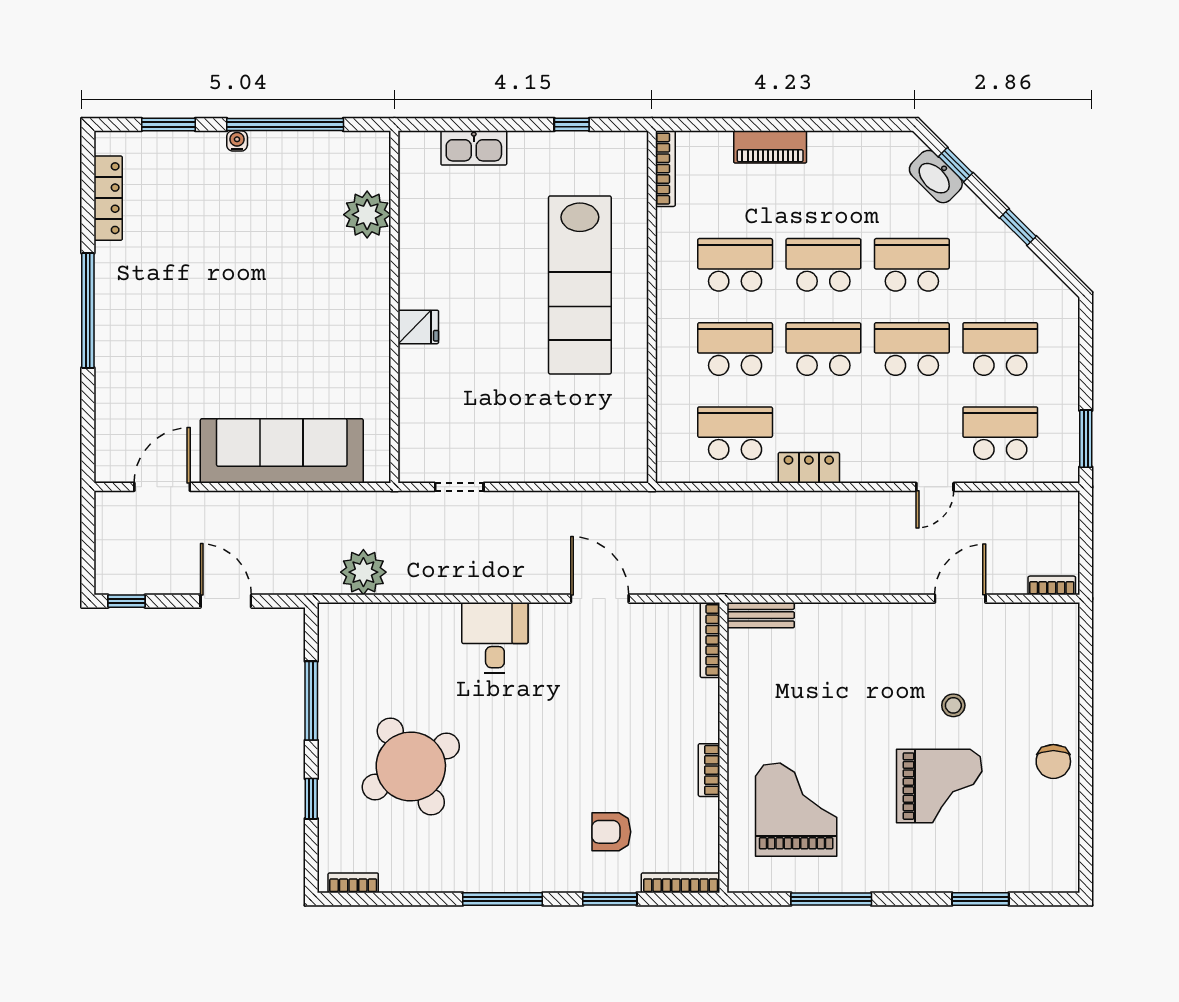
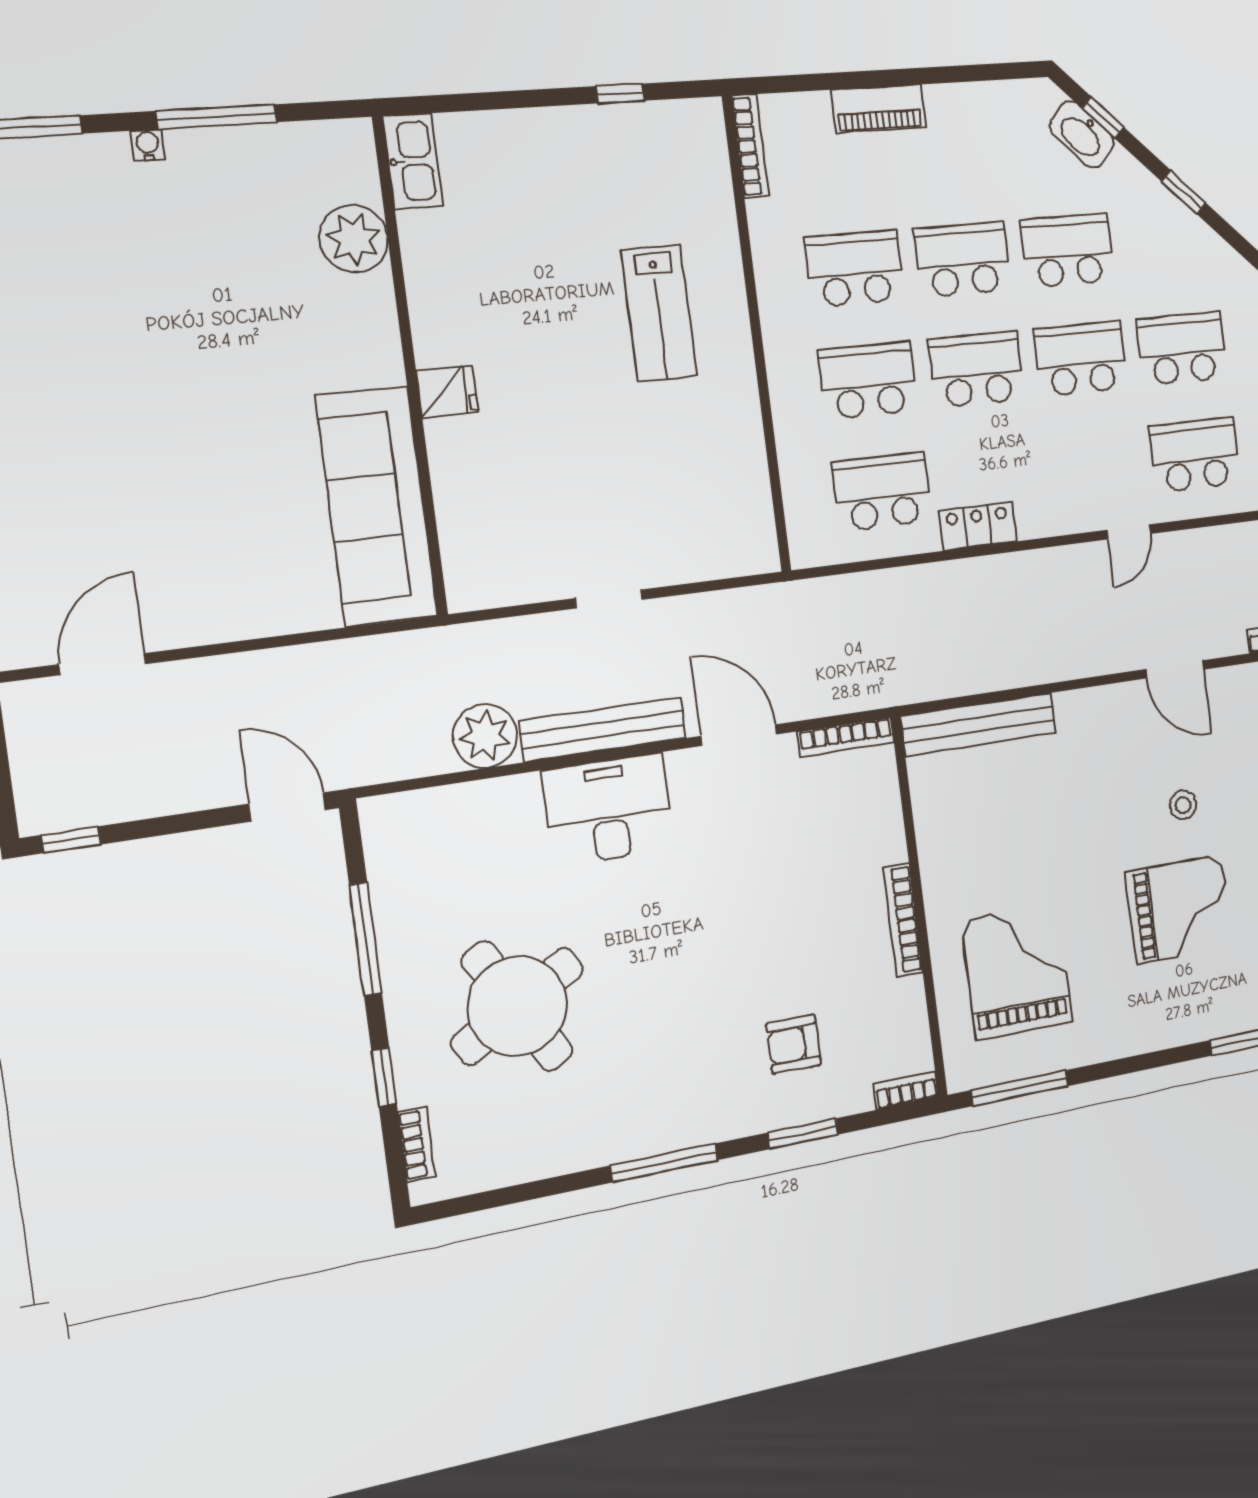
window: (285, 124) -> (217, 117), width x0.68
kitchen sink: (474, 148) -> (413, 161), moved, turned -90
lab bench: (580, 285) -> (659, 313), width x0.54, depth x0.72
sofa: (282, 451) -> (377, 506), moved, turned -90
doorway: (459, 487) -> (609, 599), moved
plant: (363, 572) -> (485, 736), moved
bench: (499, 580) -> (603, 729), added
door: (960, 599) -> (1175, 669), swing flipped
door: (226, 601) -> (287, 807), moved
bench: (761, 615) -> (979, 724), width x1.86, depth x1.21
desk: (495, 638) -> (608, 810), width x1.37
bookcase: (710, 640) -> (846, 737), moved, turned -90
bookcase: (709, 770) -> (903, 920), width x1.56
bookcase: (353, 883) -> (417, 1144), moved, turned 90
bookcase: (681, 883) -> (906, 1090), width x0.64
window: (831, 899) -> (1020, 1088), moved

